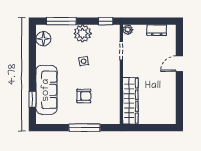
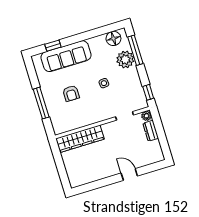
dresser: (157, 30) -> (151, 131), moved
plant: (82, 34) -> (125, 59), moved

